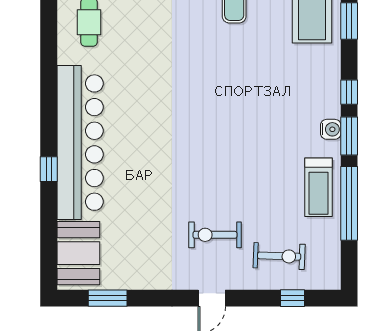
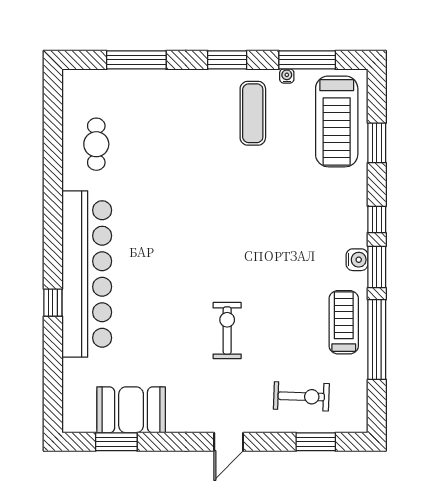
treadmill: (319, 187) -> (344, 322), turned 180
exercise bike: (215, 235) -> (227, 330), moved, turned 90
booth: (78, 253) -> (131, 410), moved, turned 90
window: (293, 298) -> (316, 442), width x1.50

